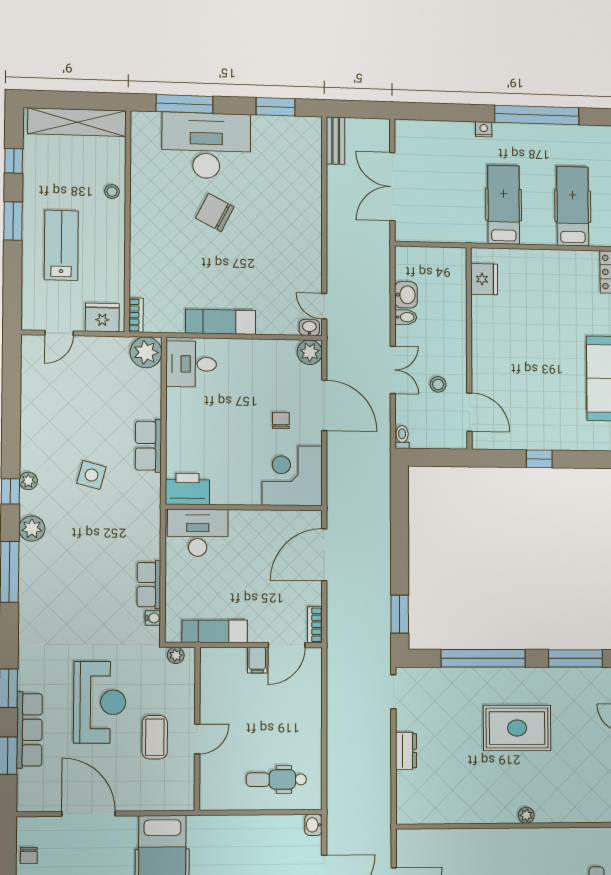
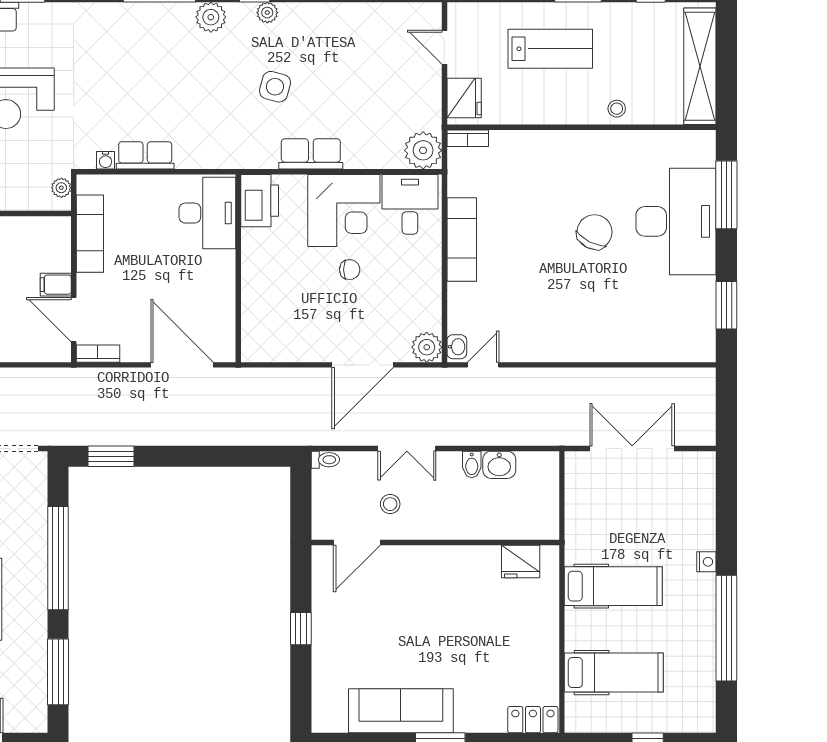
bench: (336, 141) -> (687, 379), removed
chair: (281, 420) -> (350, 270), moved
corner desk: (292, 476) -> (344, 210), moved, turned 90

